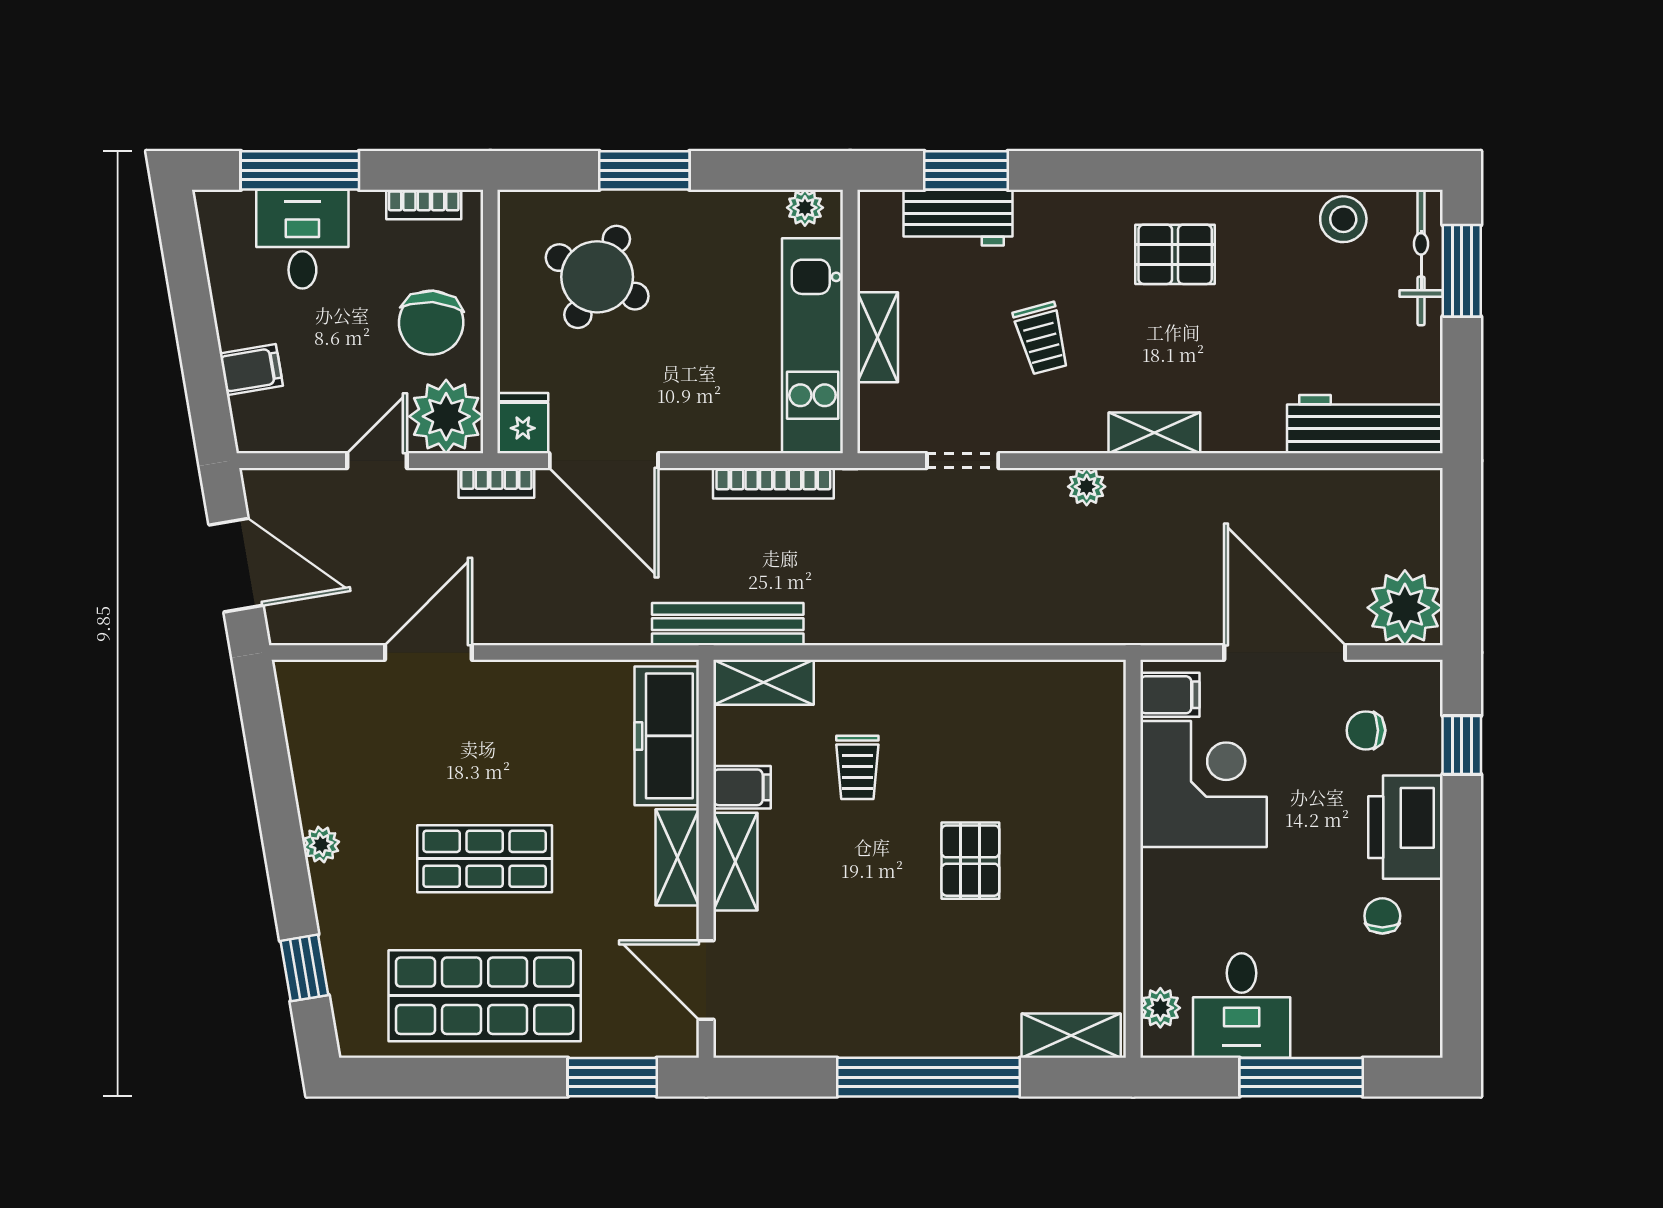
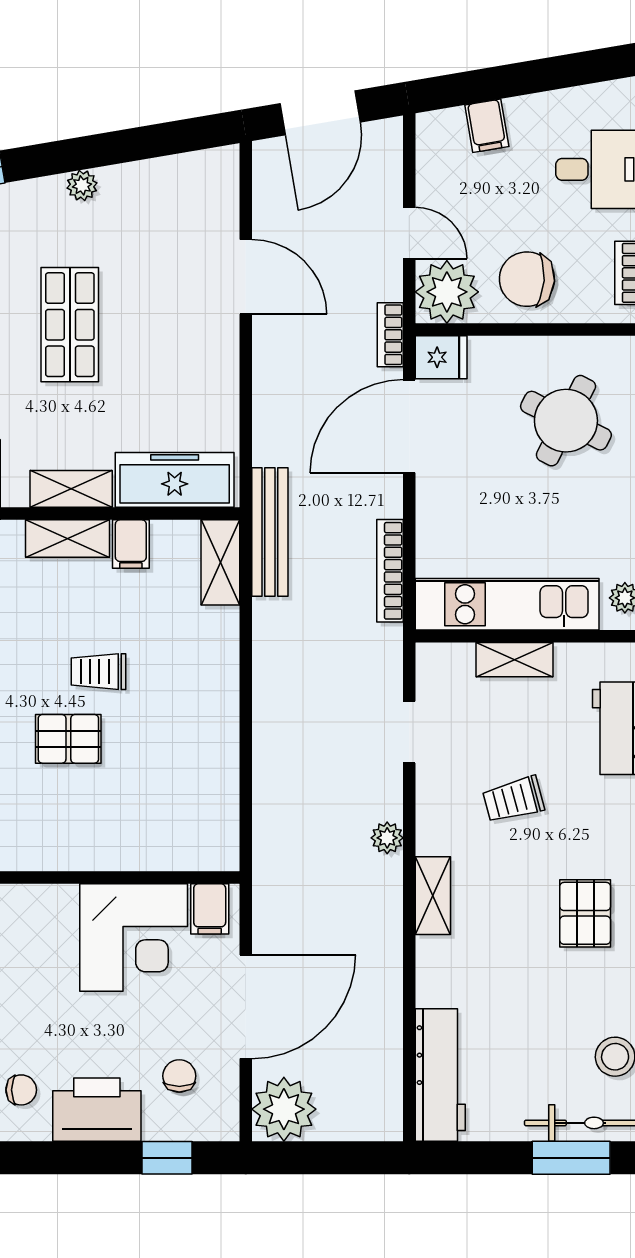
trolley: (857, 767) -> (99, 672), moved

